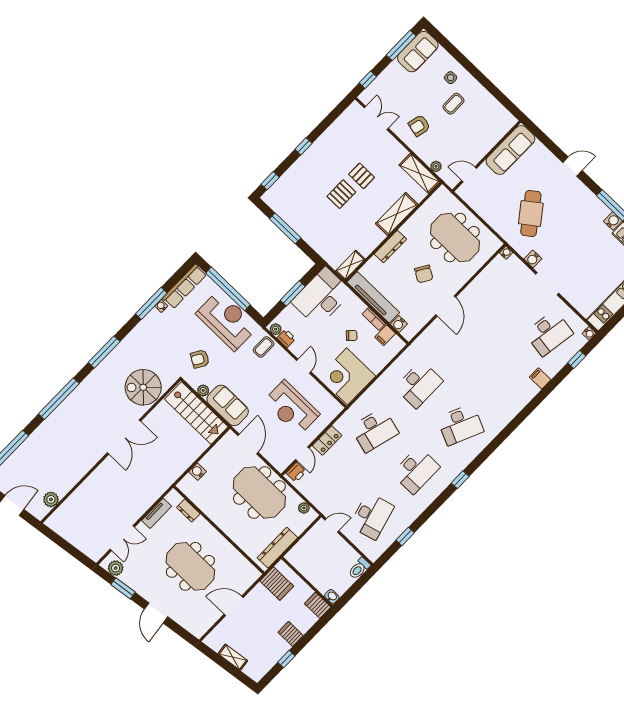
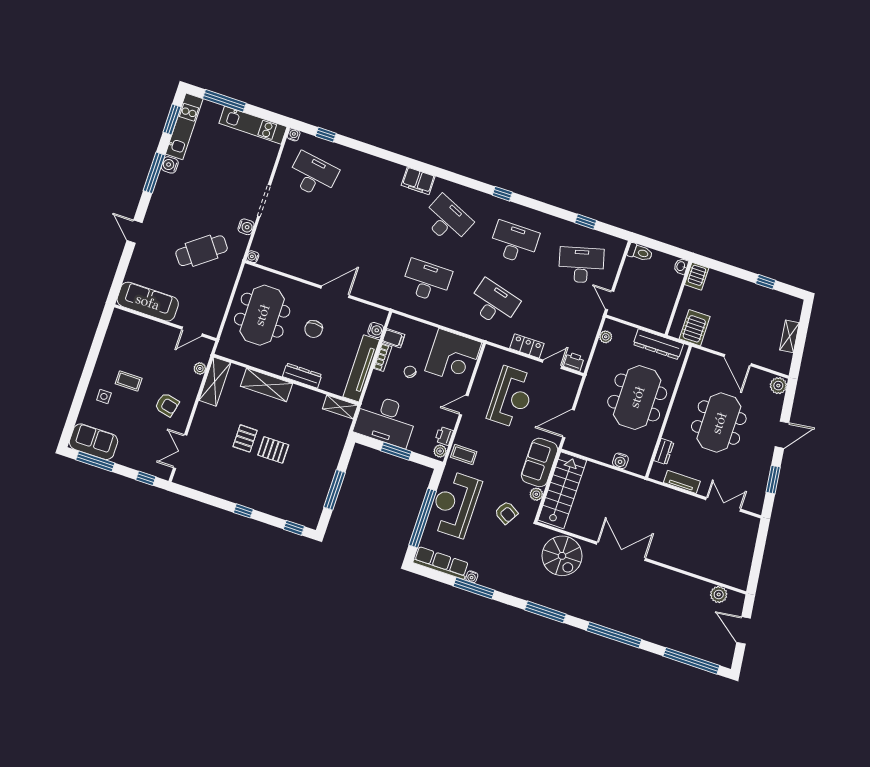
door: (469, 174) -> (192, 332), hinge flipped
chair: (424, 274) -> (314, 329), turned 149
filing cabinet: (540, 378) -> (418, 181), moved, width x2.00
meeting table: (259, 492) -> (637, 397), moved
plant: (116, 568) -> (778, 386), moved
server rack: (291, 634) -> (738, 290), removed

